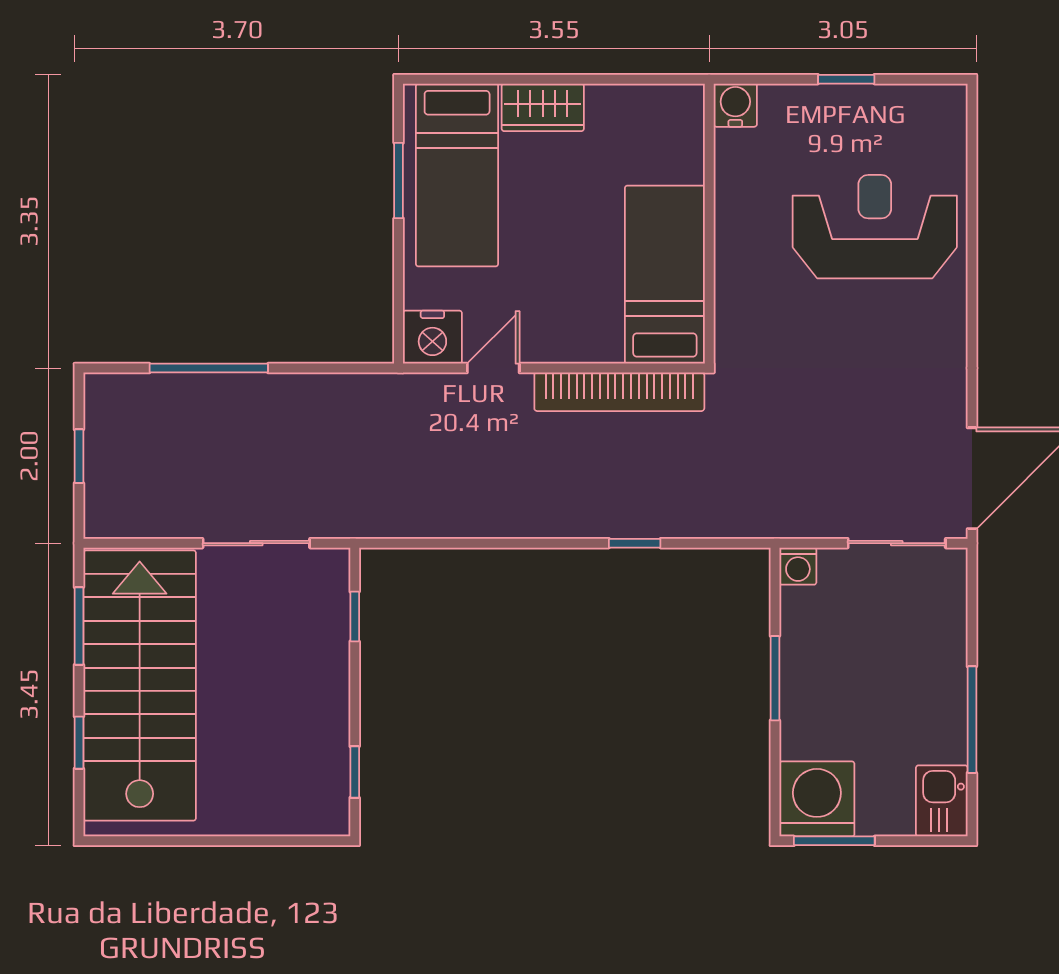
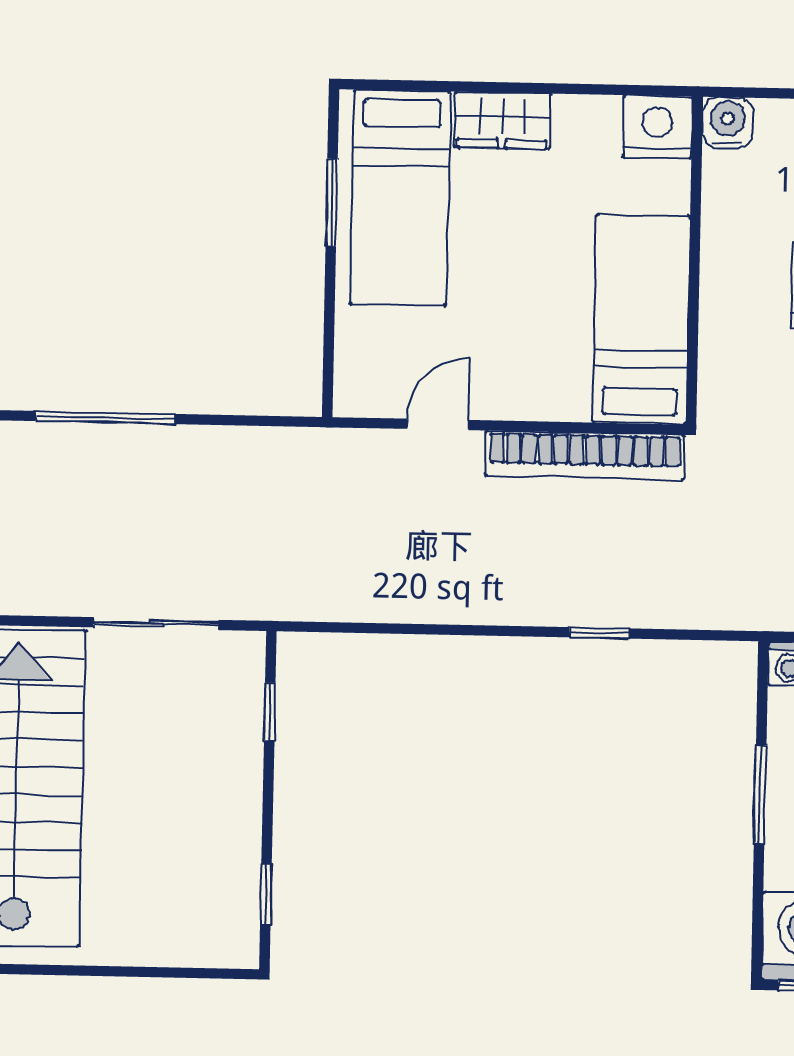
nightstand: (432, 337) -> (658, 127), moved, turned 180

